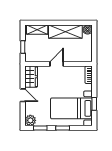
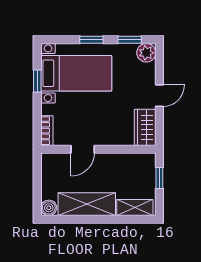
door: (57, 64) -> (83, 149), moved
door: (23, 95) -> (159, 96), swing flipped

